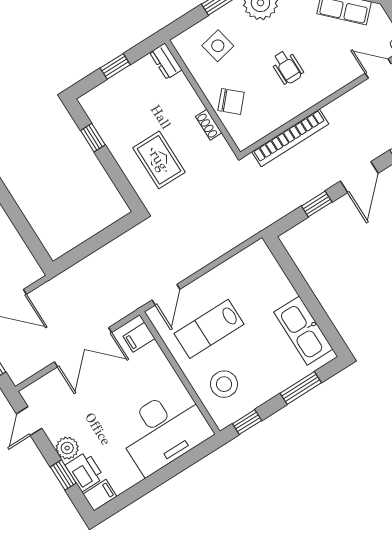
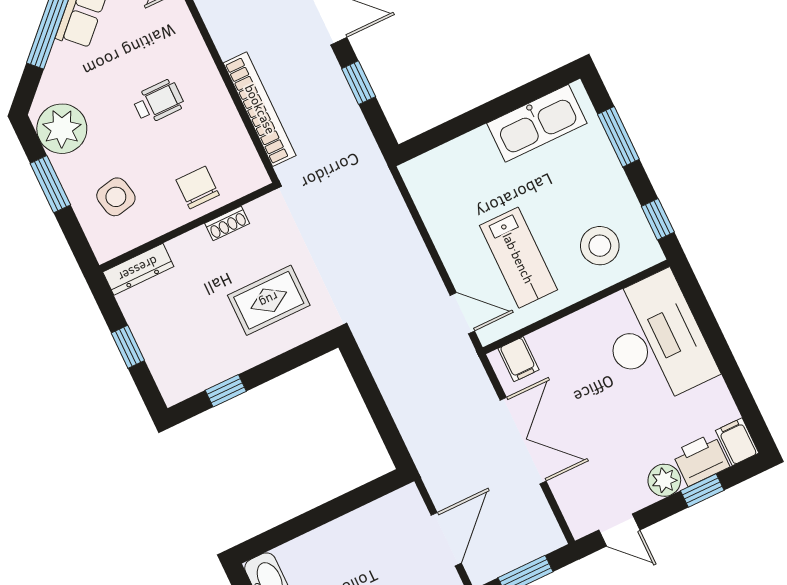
dresser: (166, 61) -> (138, 269), width x1.44
chair: (231, 101) -> (198, 187), turned -42

